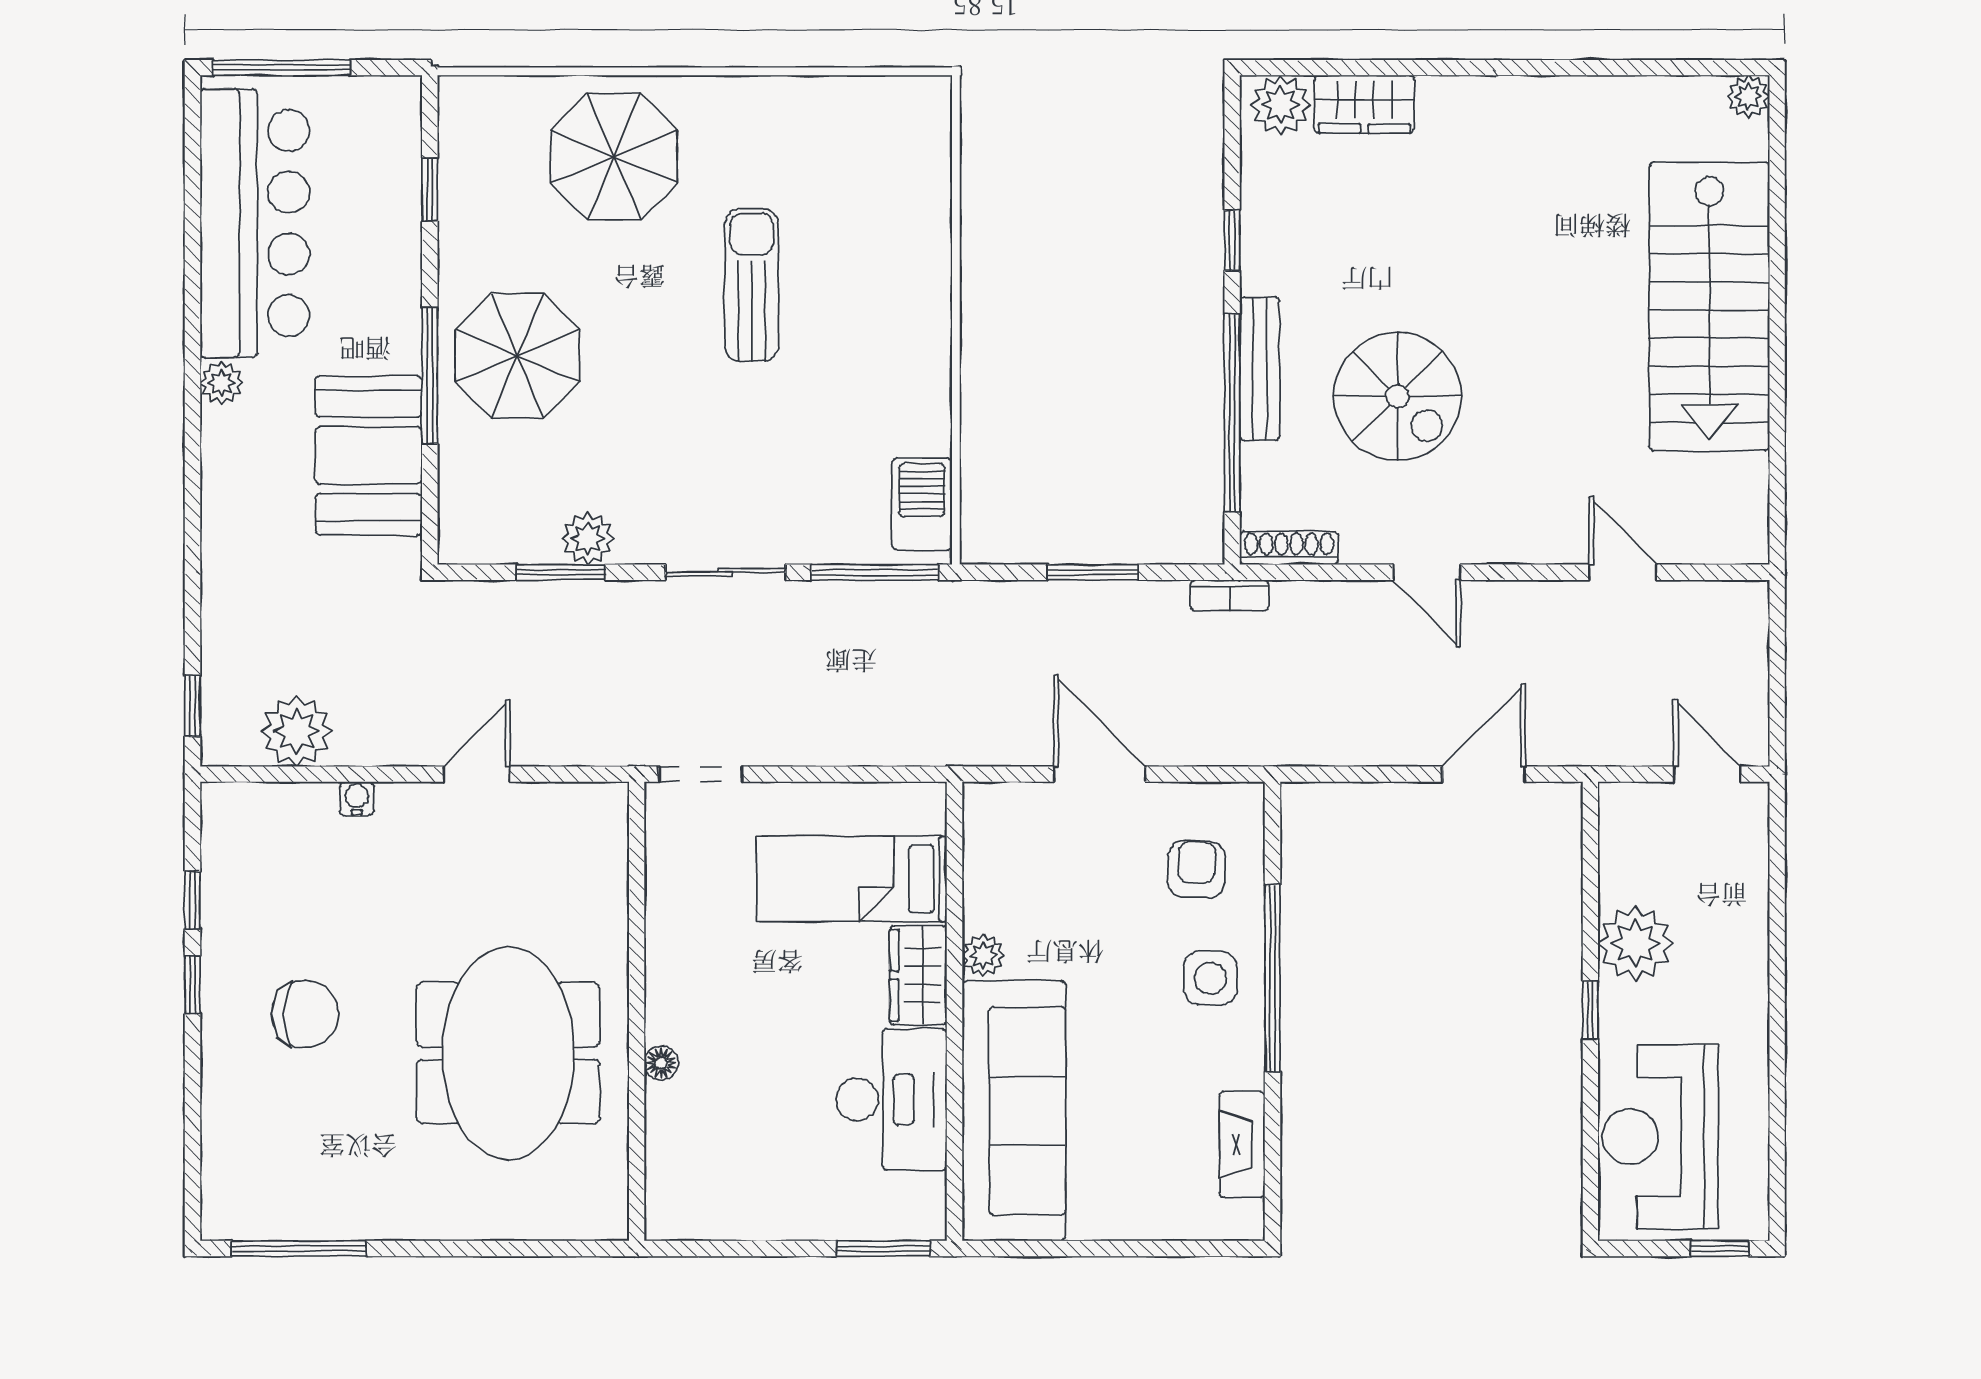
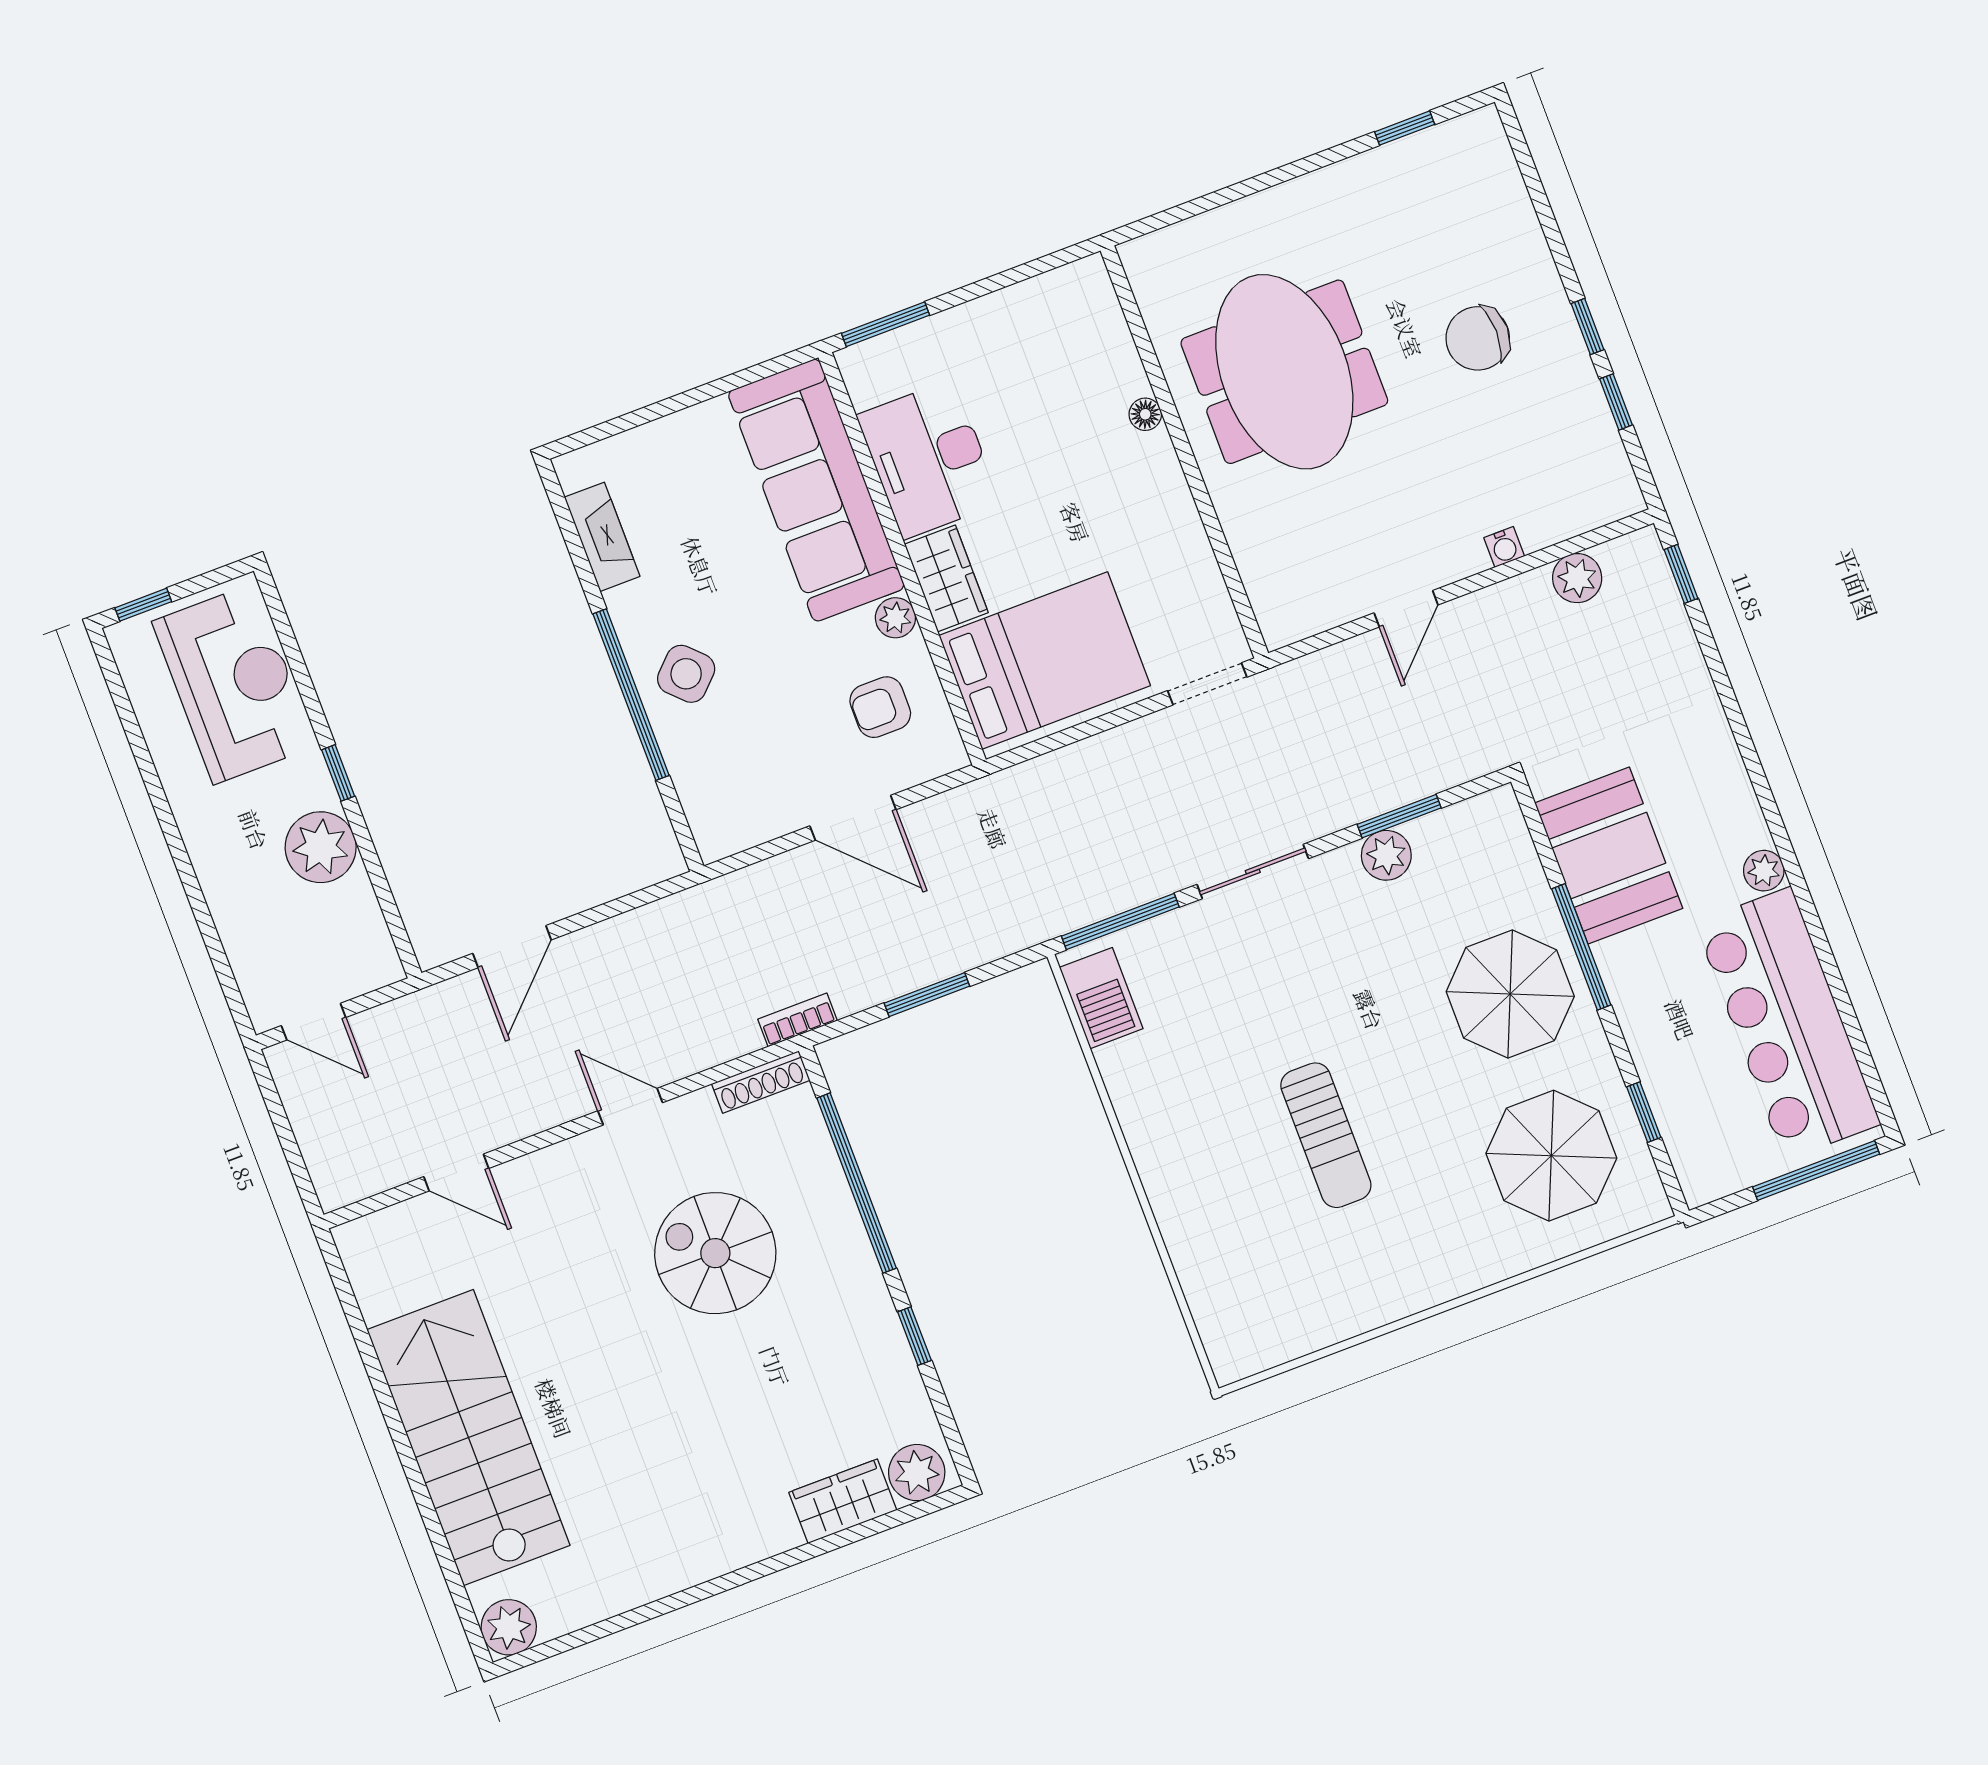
plant: (1748, 96) -> (509, 1627), width x1.38, depth x1.38
parasol: (614, 157) -> (1551, 1156), moved
bench: (1260, 369) -> (847, 1231), removed
plant: (296, 731) -> (1577, 578), width x0.73, depth x0.73
armchair: (1196, 869) -> (880, 707), moved, turned 87
bed: (852, 879) -> (1045, 661), width x1.50
side table: (1210, 978) -> (686, 674), turned 45
window: (299, 1249) -> (1405, 128), width x0.46

